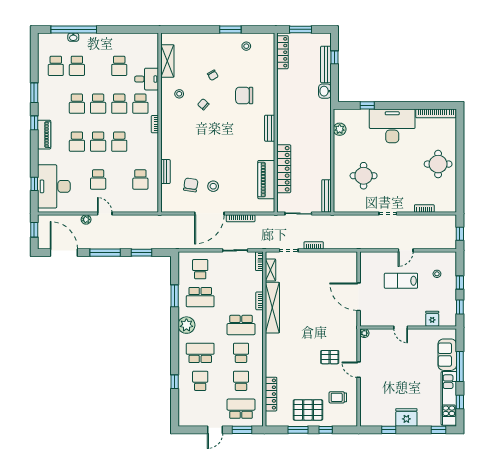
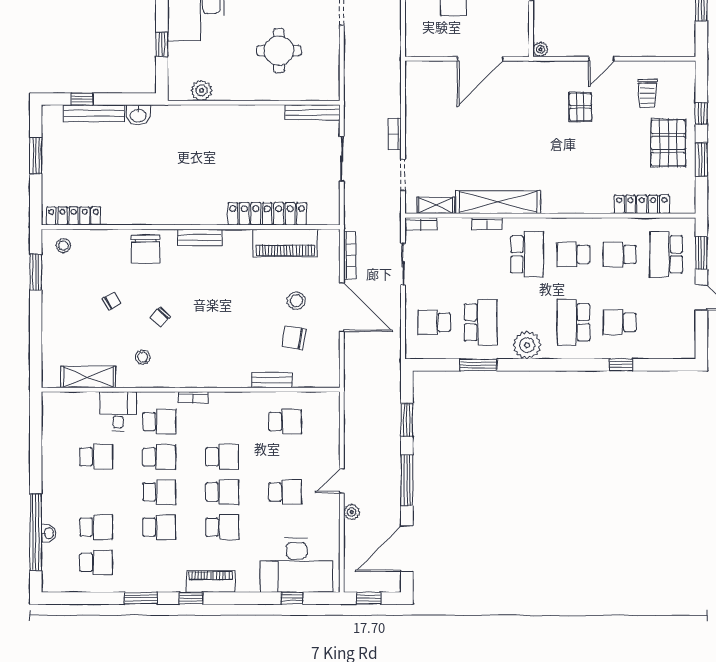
locker: (282, 52) -> (74, 216), moved
wall: (276, 123) -> (191, 227), moved
bench: (270, 128) -> (200, 237), moved
locker: (284, 169) -> (267, 214), moved
piano: (266, 180) -> (285, 243), moved

